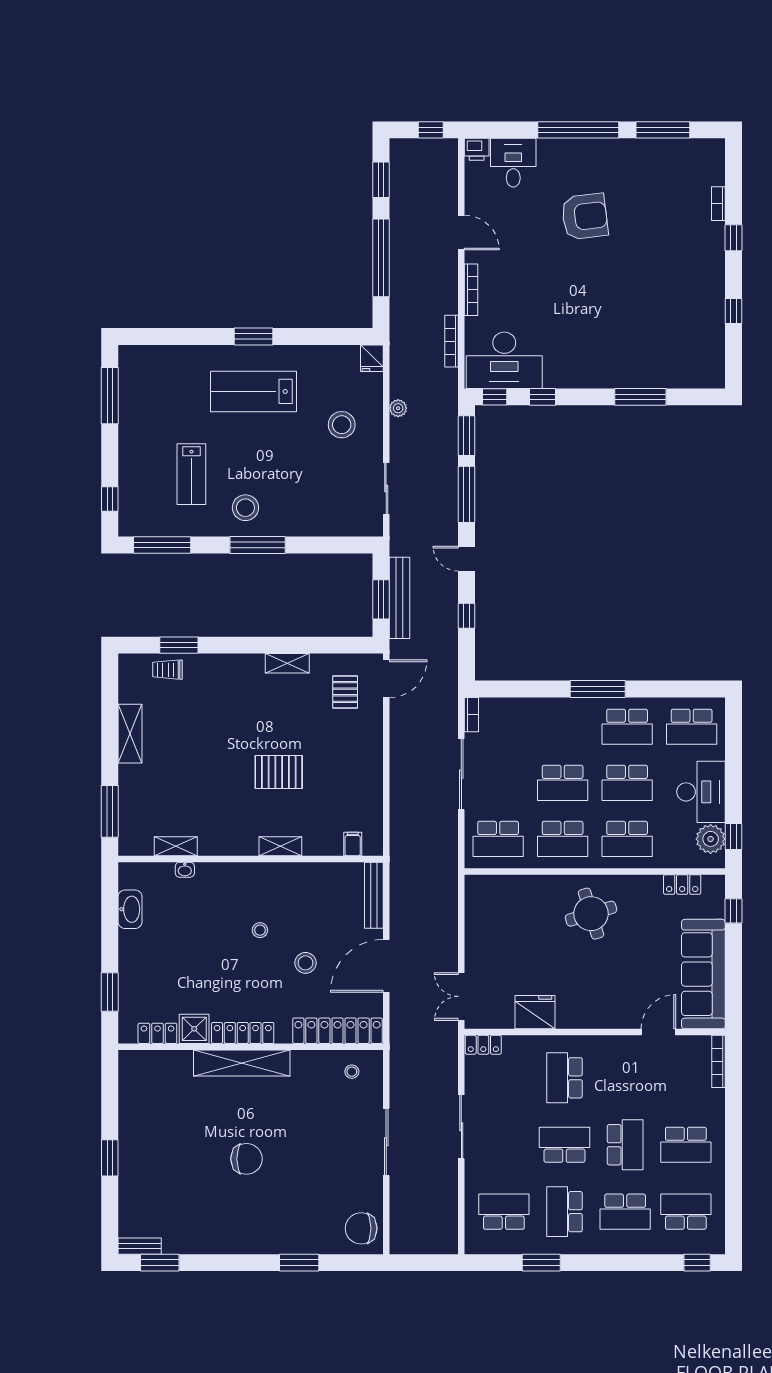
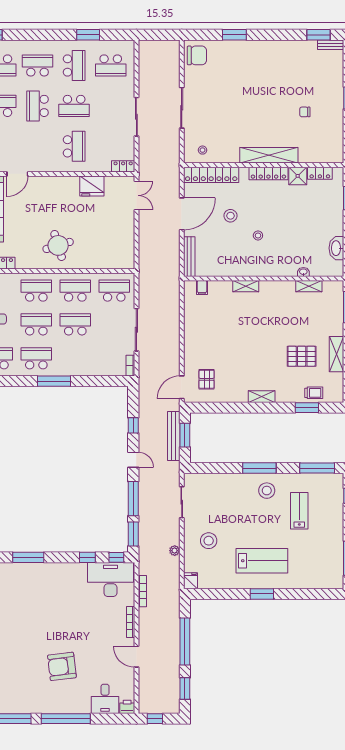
shelving: (287, 663) -> (262, 397), moved
pallet: (279, 772) -> (302, 356), moved
chair: (247, 1159) -> (305, 112), moved, width x0.54, depth x0.54

